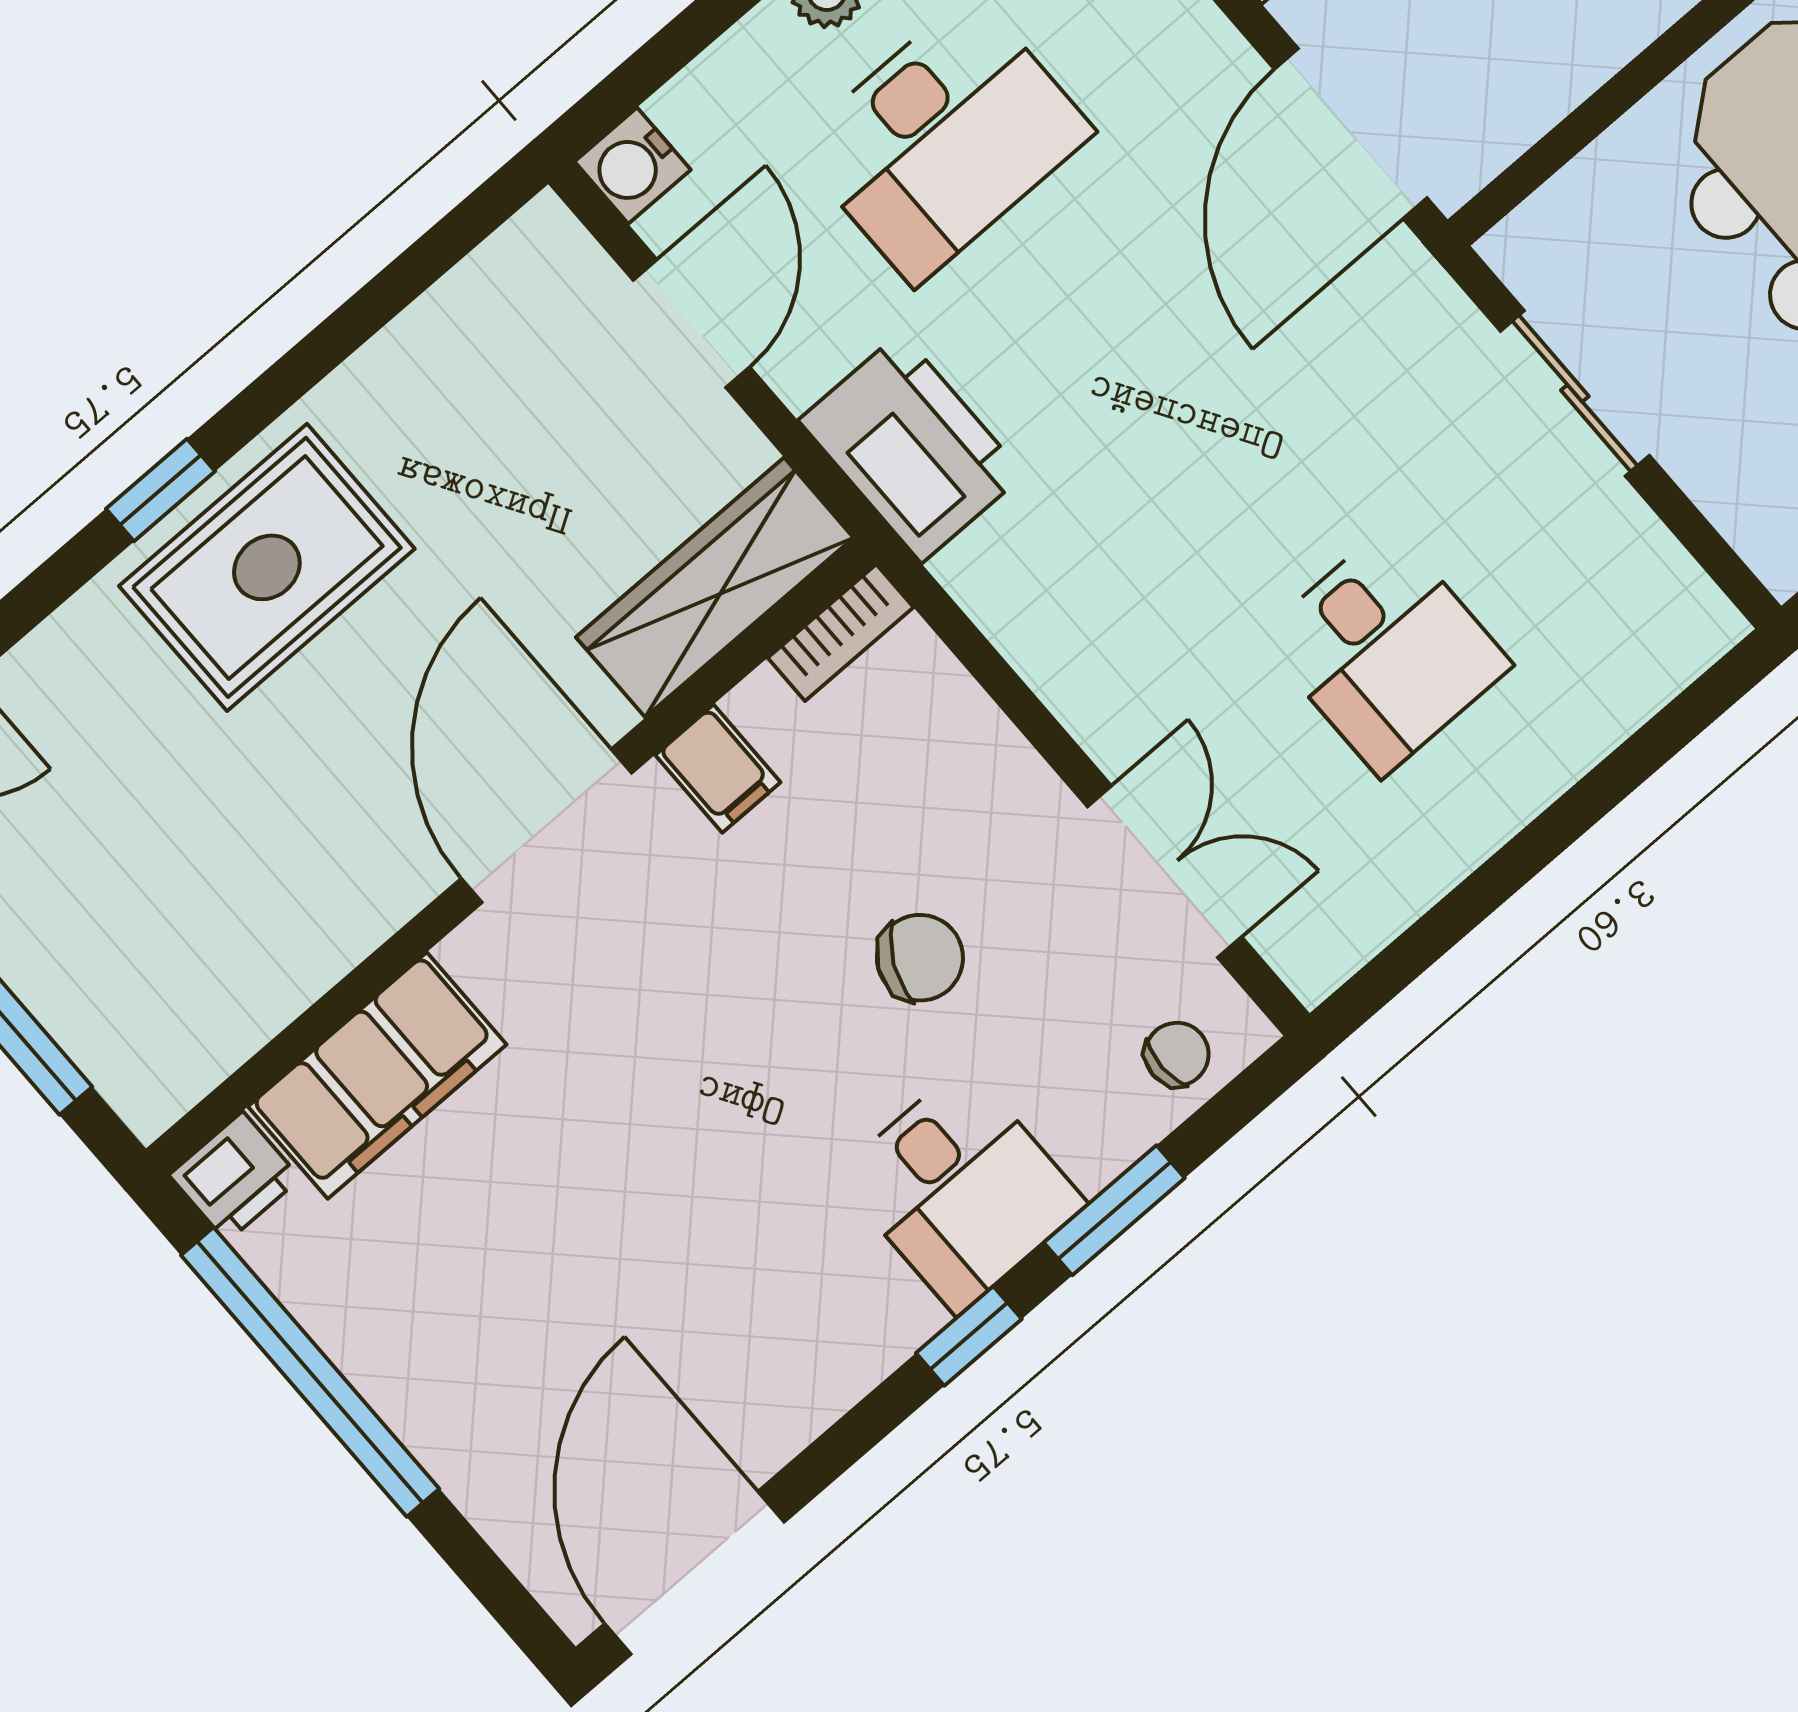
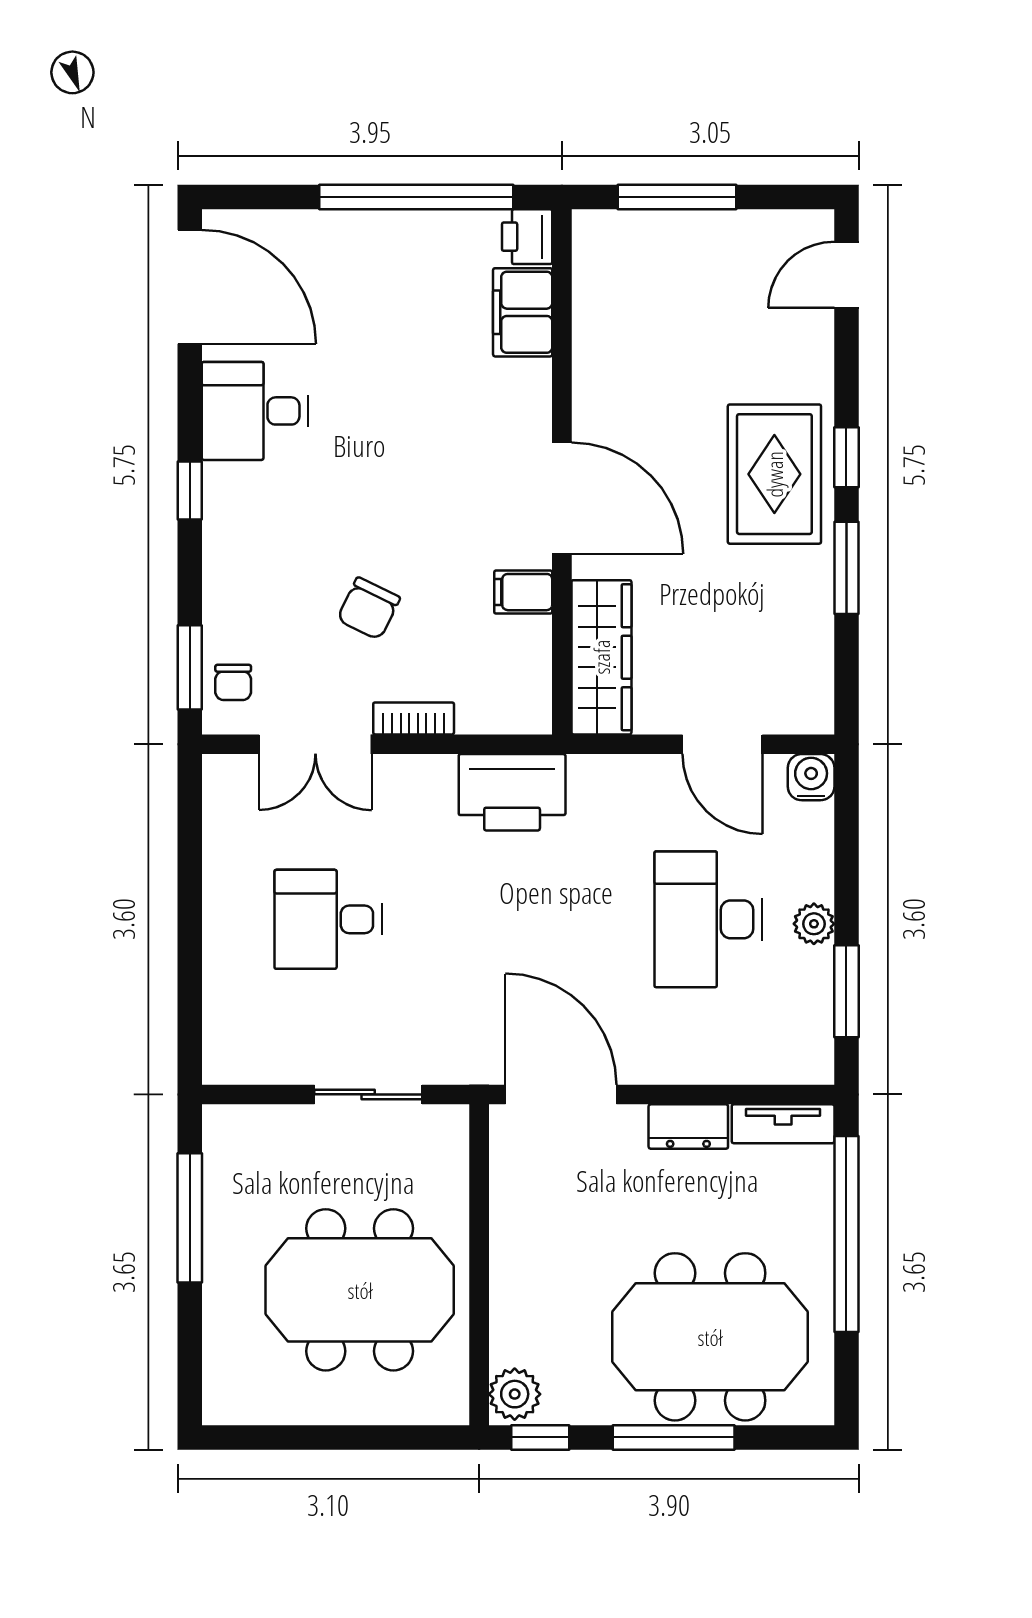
window: (310, 361) -> (846, 568), added
printer: (911, 447) -> (512, 792), moved
bookcase: (841, 633) -> (414, 718), moved, turned 90
filing cabinet: (377, 1076) -> (523, 312), width x0.67, depth x0.86
desk: (961, 1190) -> (255, 411), moved
window: (1114, 1210) -> (190, 667), moved

